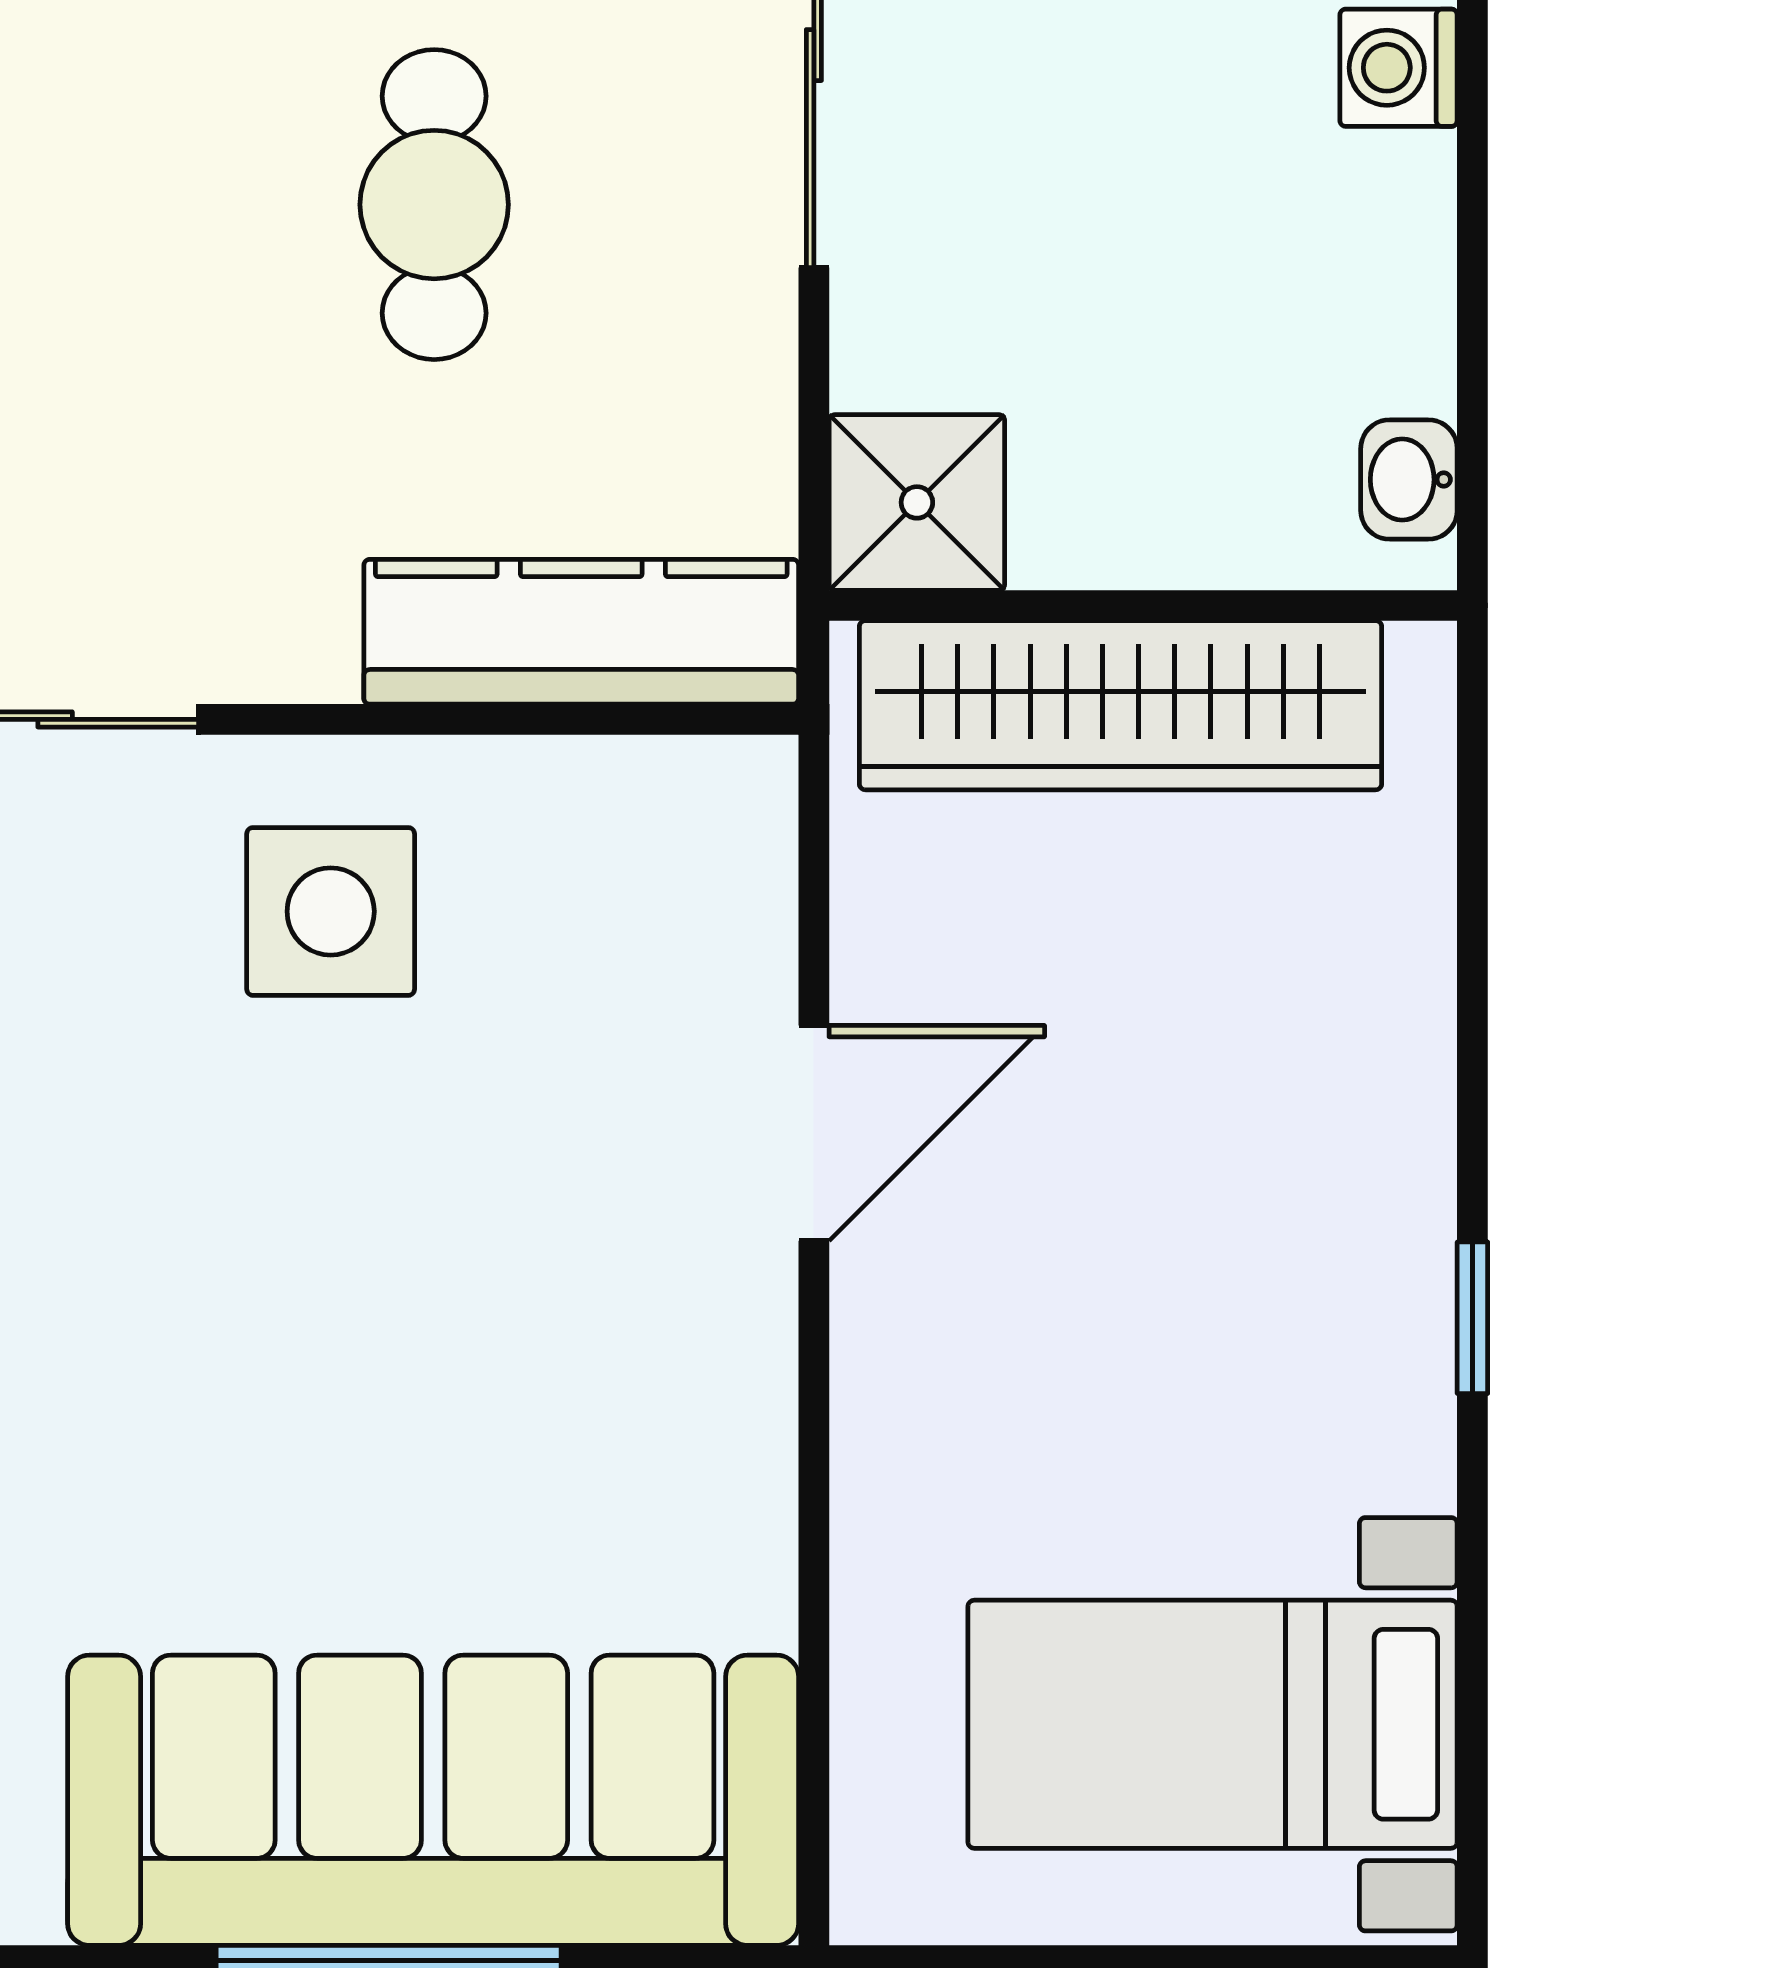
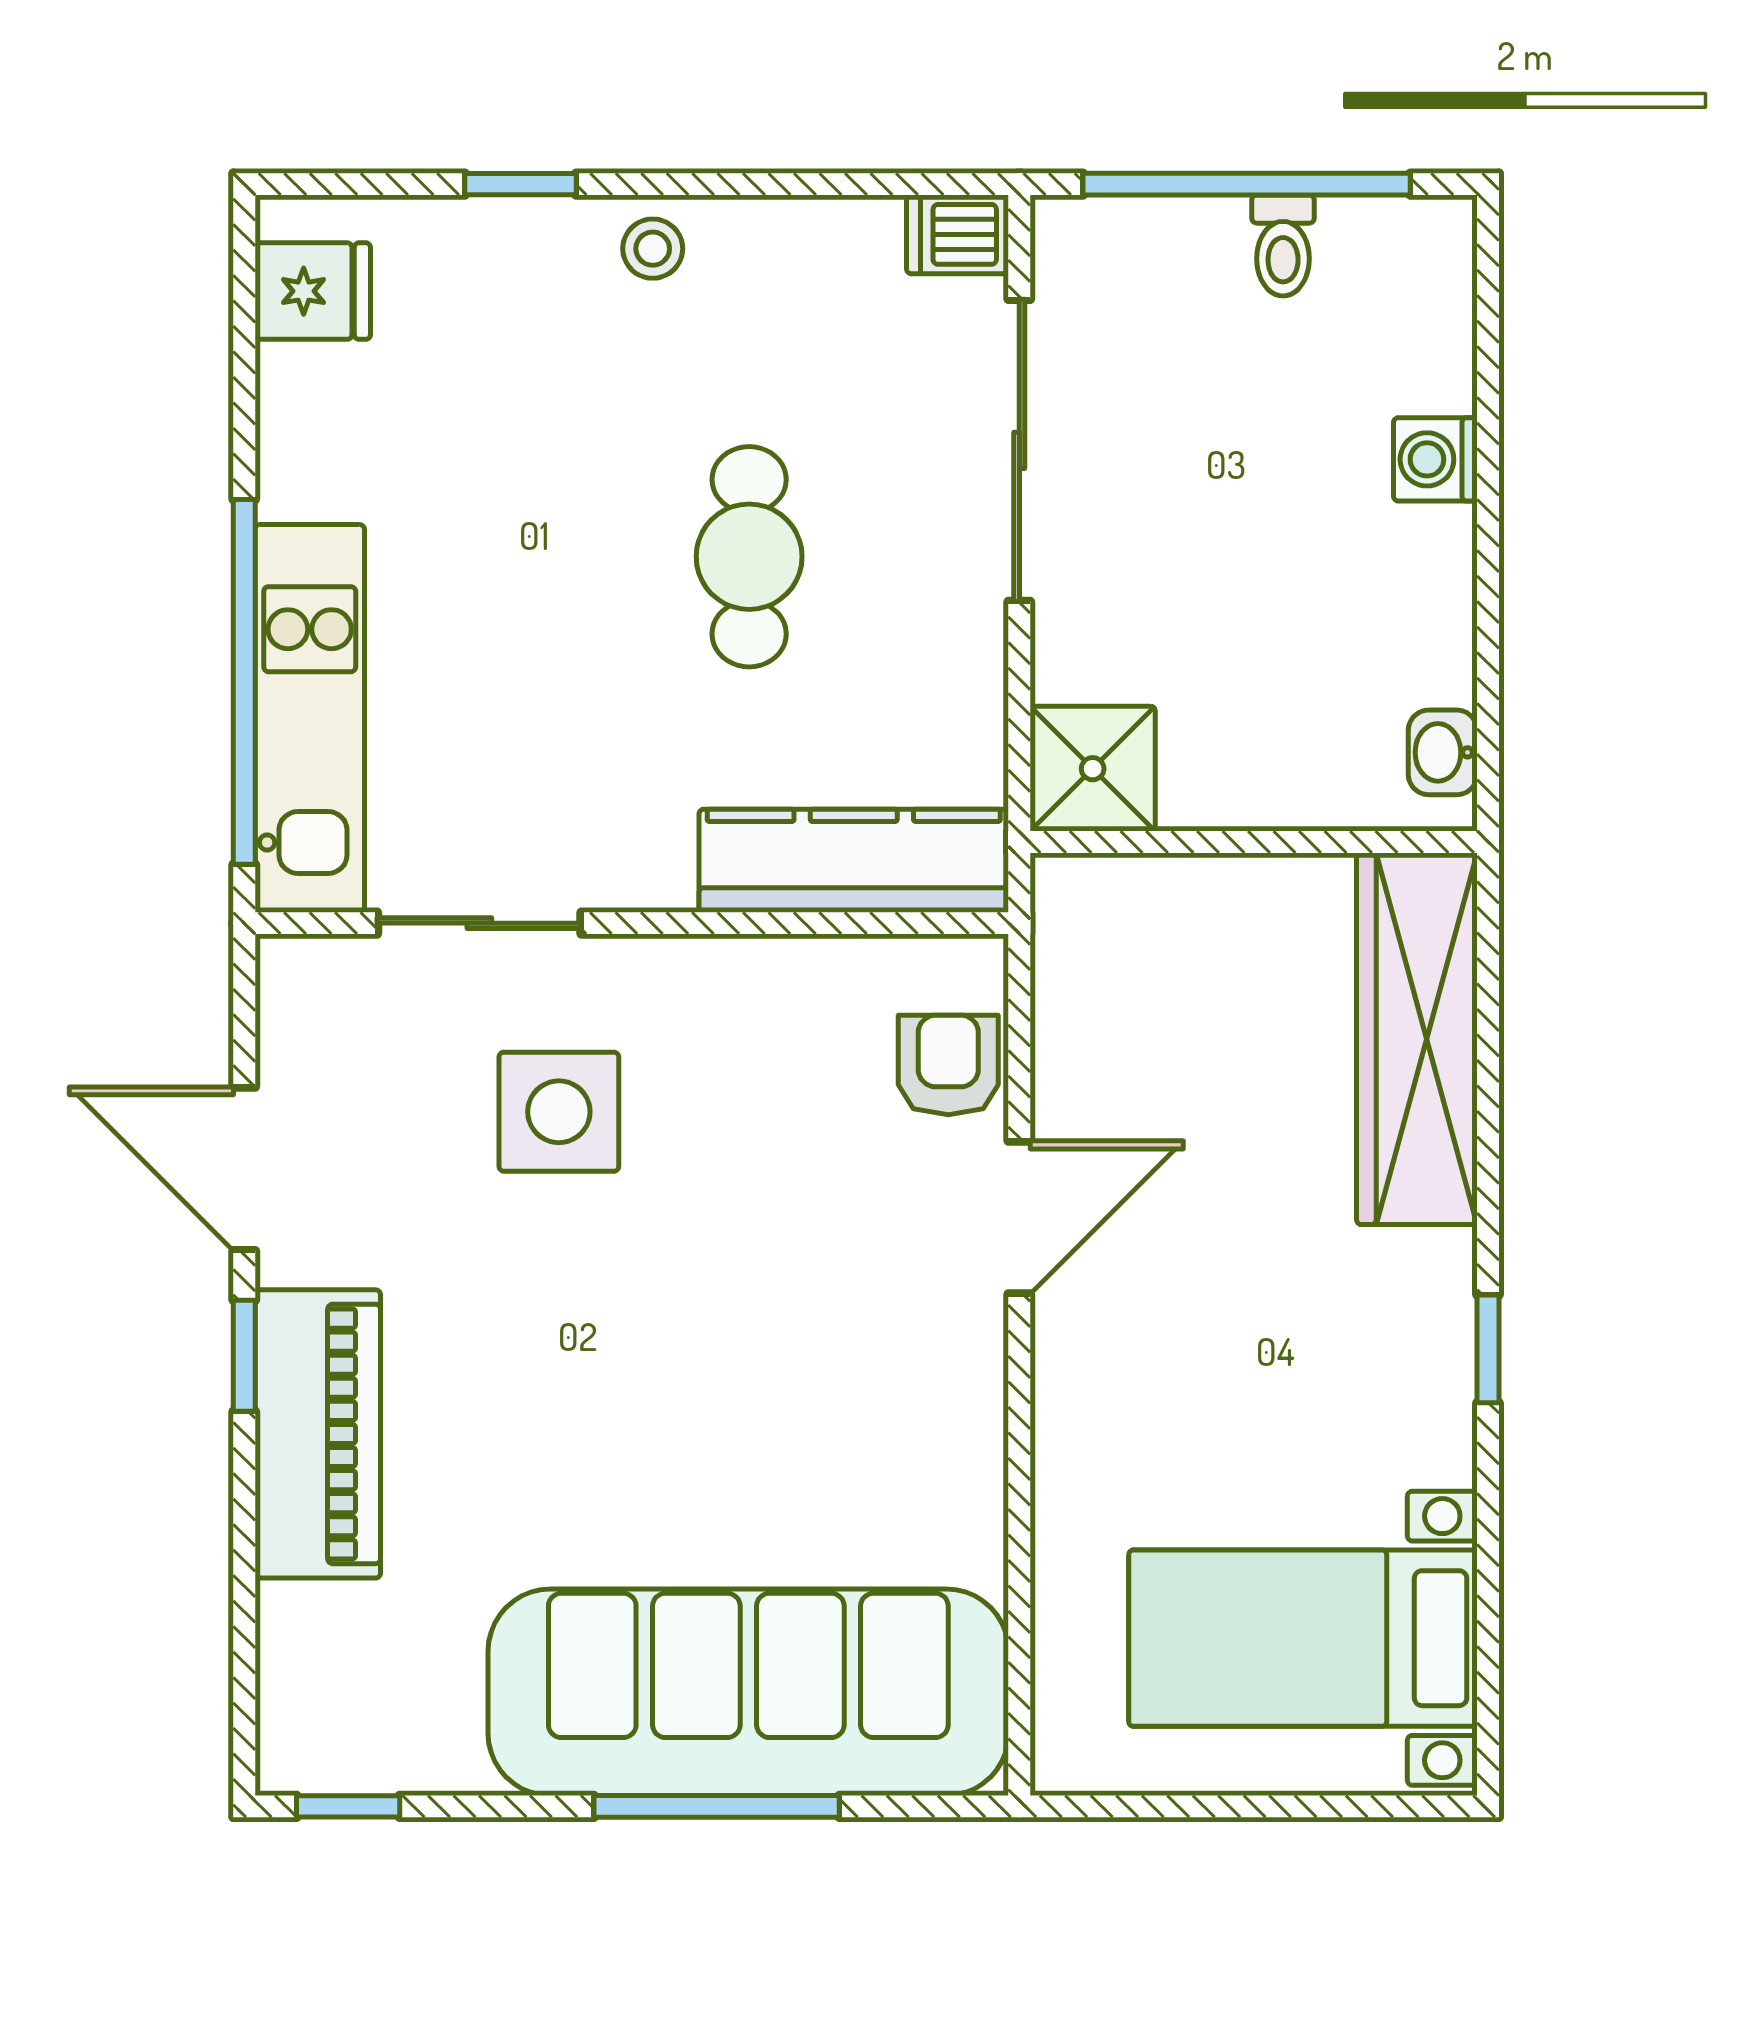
wardrobe: (1120, 705) -> (1417, 1039), moved, turned 90
side table: (331, 911) -> (559, 1112), moved
armchair: (714, 919) -> (948, 1065), added

